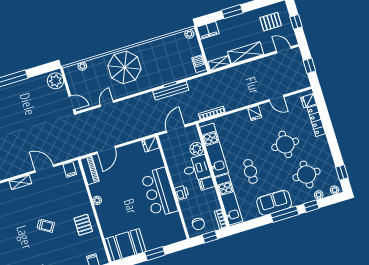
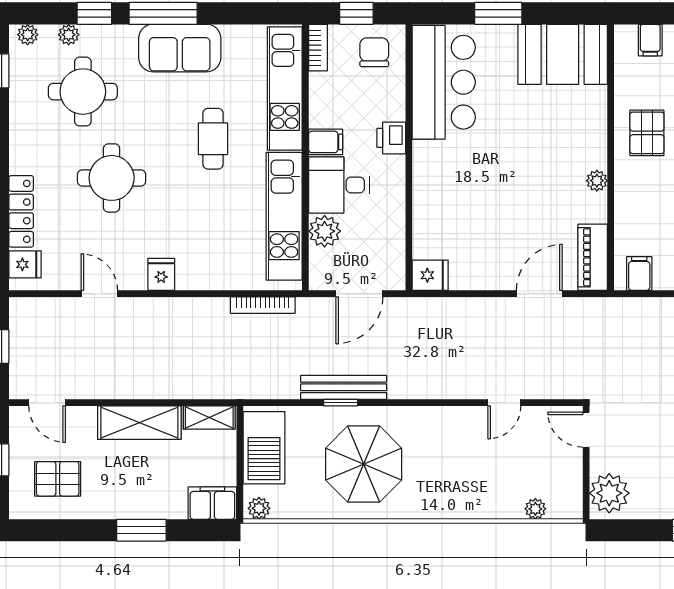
barbecue: (199, 64) -> (264, 448), width x1.88, depth x1.53
parasol: (125, 67) -> (364, 464), moved
bar counter: (159, 192) -> (444, 82), moved

